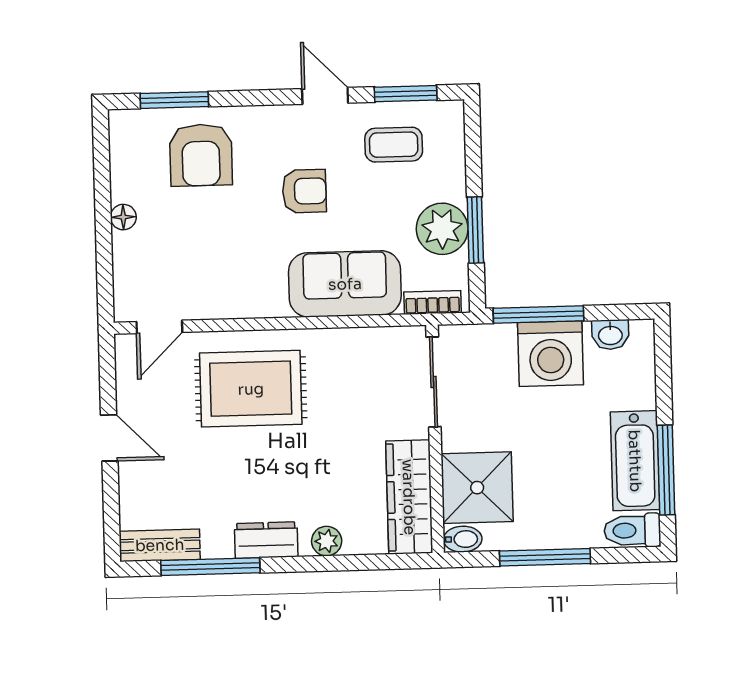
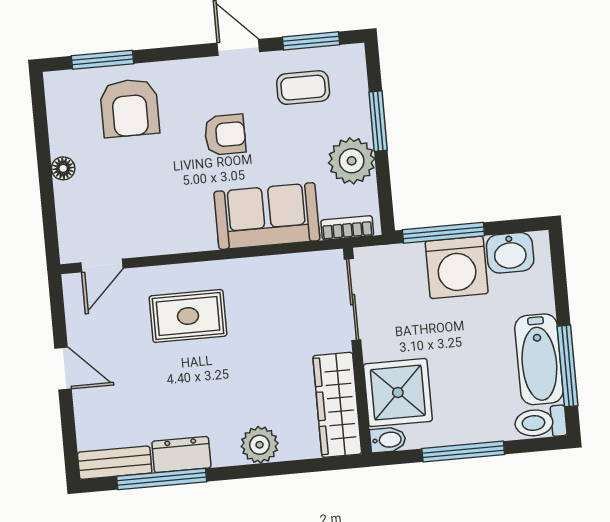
window: (475, 230) -> (378, 121), moved
washbasin: (610, 335) -> (510, 253), width x1.38, depth x1.45
rug: (251, 389) -> (188, 316), width x0.73, depth x0.70
dresser: (266, 540) -> (181, 455), moved
plant: (327, 541) -> (260, 445), width x1.38, depth x1.38

